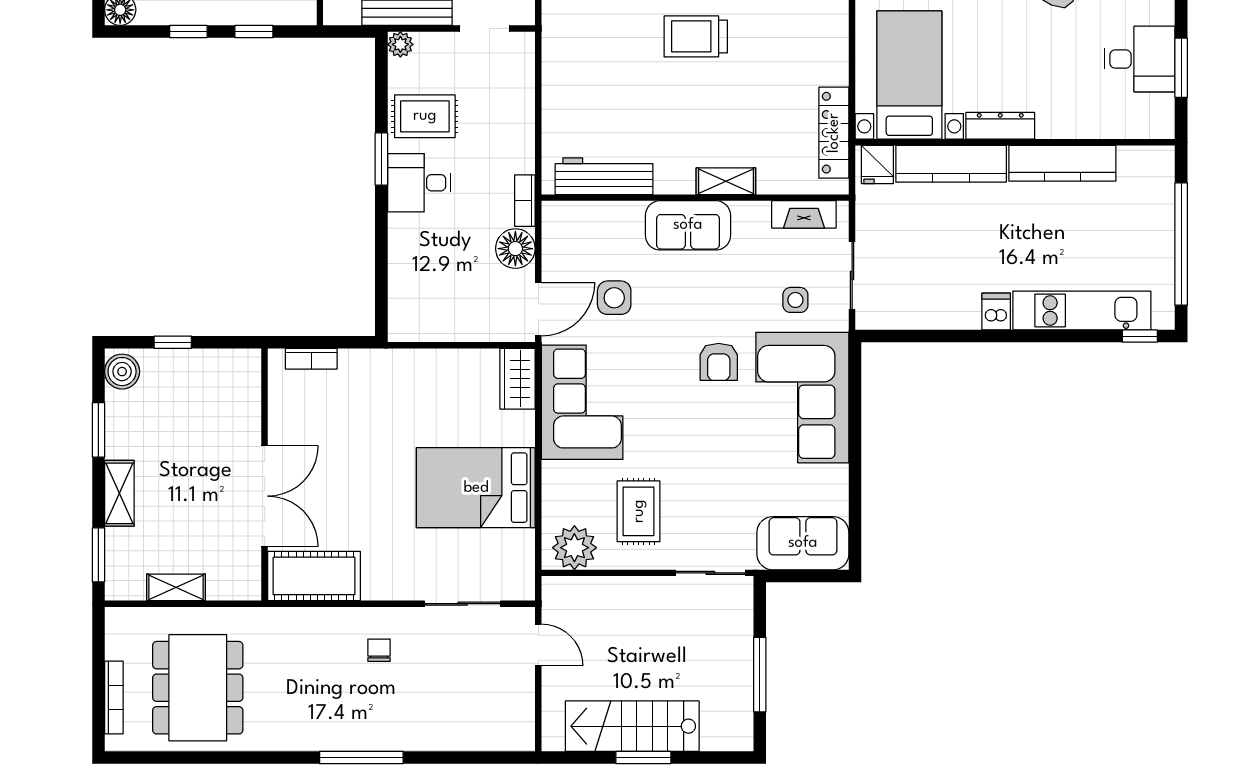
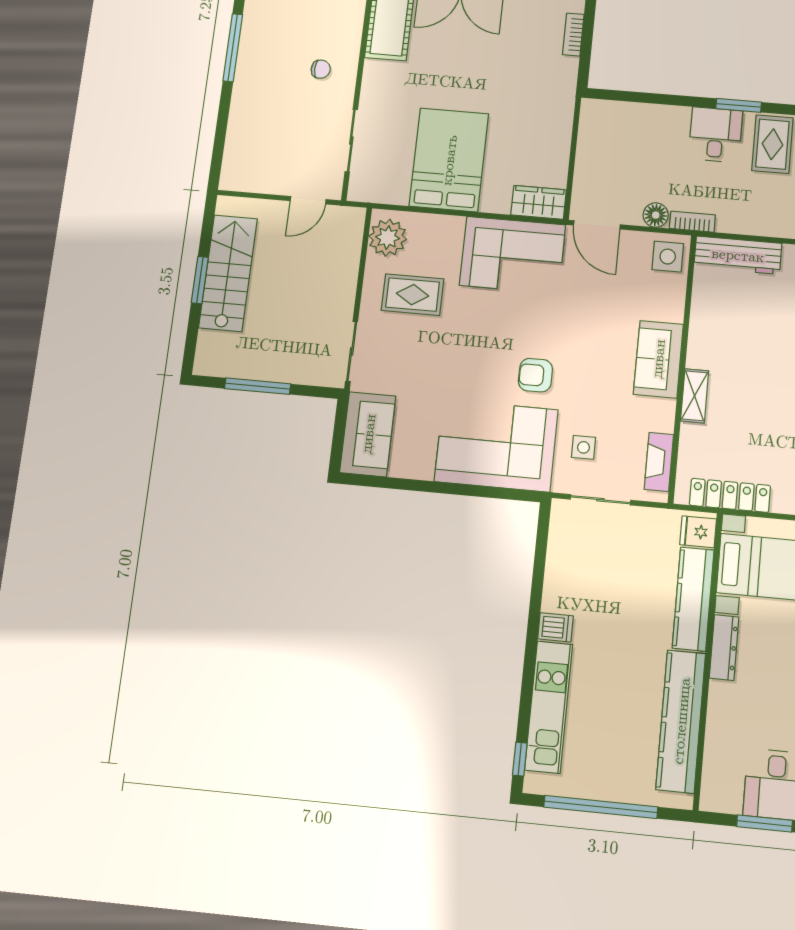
kitchen counter: (1062, 163) -> (681, 721), width x1.39, depth x1.17
workbench: (604, 176) -> (738, 255), moved, turned 90
floor lamp: (515, 249) -> (656, 215), width x0.73, depth x0.73
side table: (614, 298) -> (668, 257), moved

